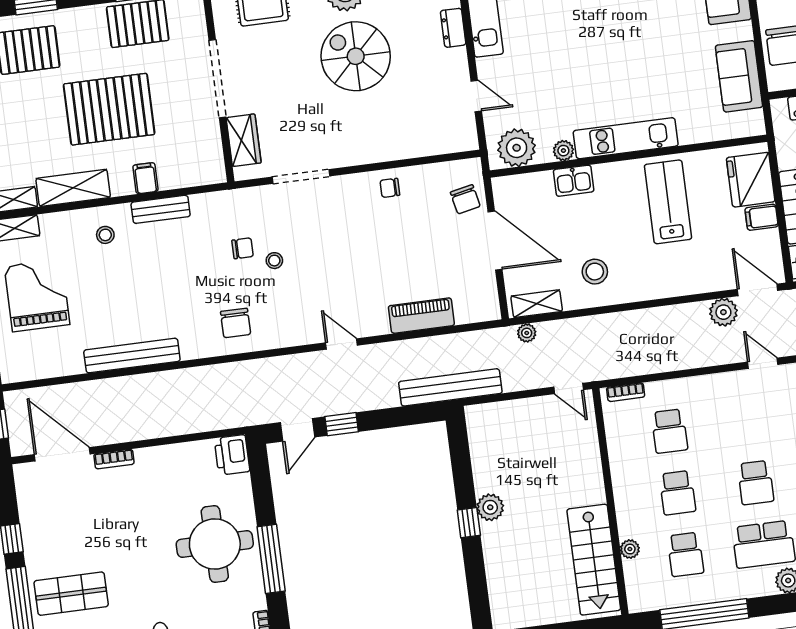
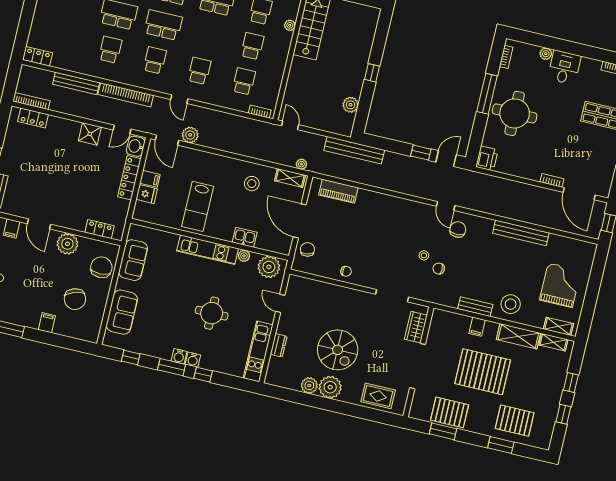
round table: (581, 39) -> (212, 313), added
fridge: (751, 180) -> (147, 194), width x0.53, depth x0.75
stool: (105, 235) -> (511, 304), width x1.89, depth x1.89
grand piano: (37, 295) -> (560, 285), turned 180
piano: (421, 316) -> (338, 191), moved
door: (342, 344) -> (446, 206), moved
school desk: (756, 483) -> (199, 71), moved
plant: (490, 507) -> (351, 105), moved

